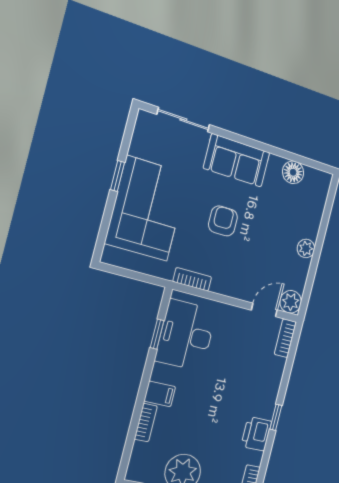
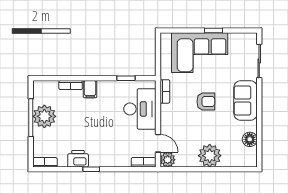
plant: (306, 248) -> (210, 156), width x1.87, depth x1.87
desk: (186, 335) -> (140, 109), moved, turned 90

